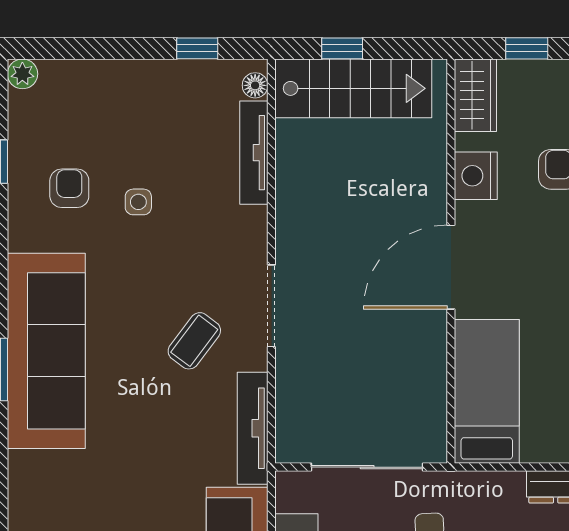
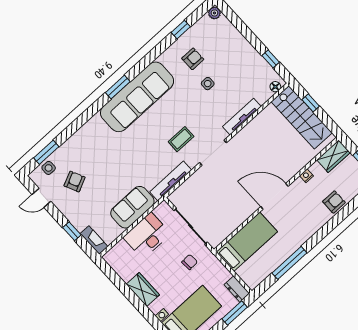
tv unit: (254, 153) -> (242, 117), moved
nightstand: (476, 176) -> (306, 176), width x0.53, depth x0.56
coffee table: (194, 341) -> (181, 139), turned -37

